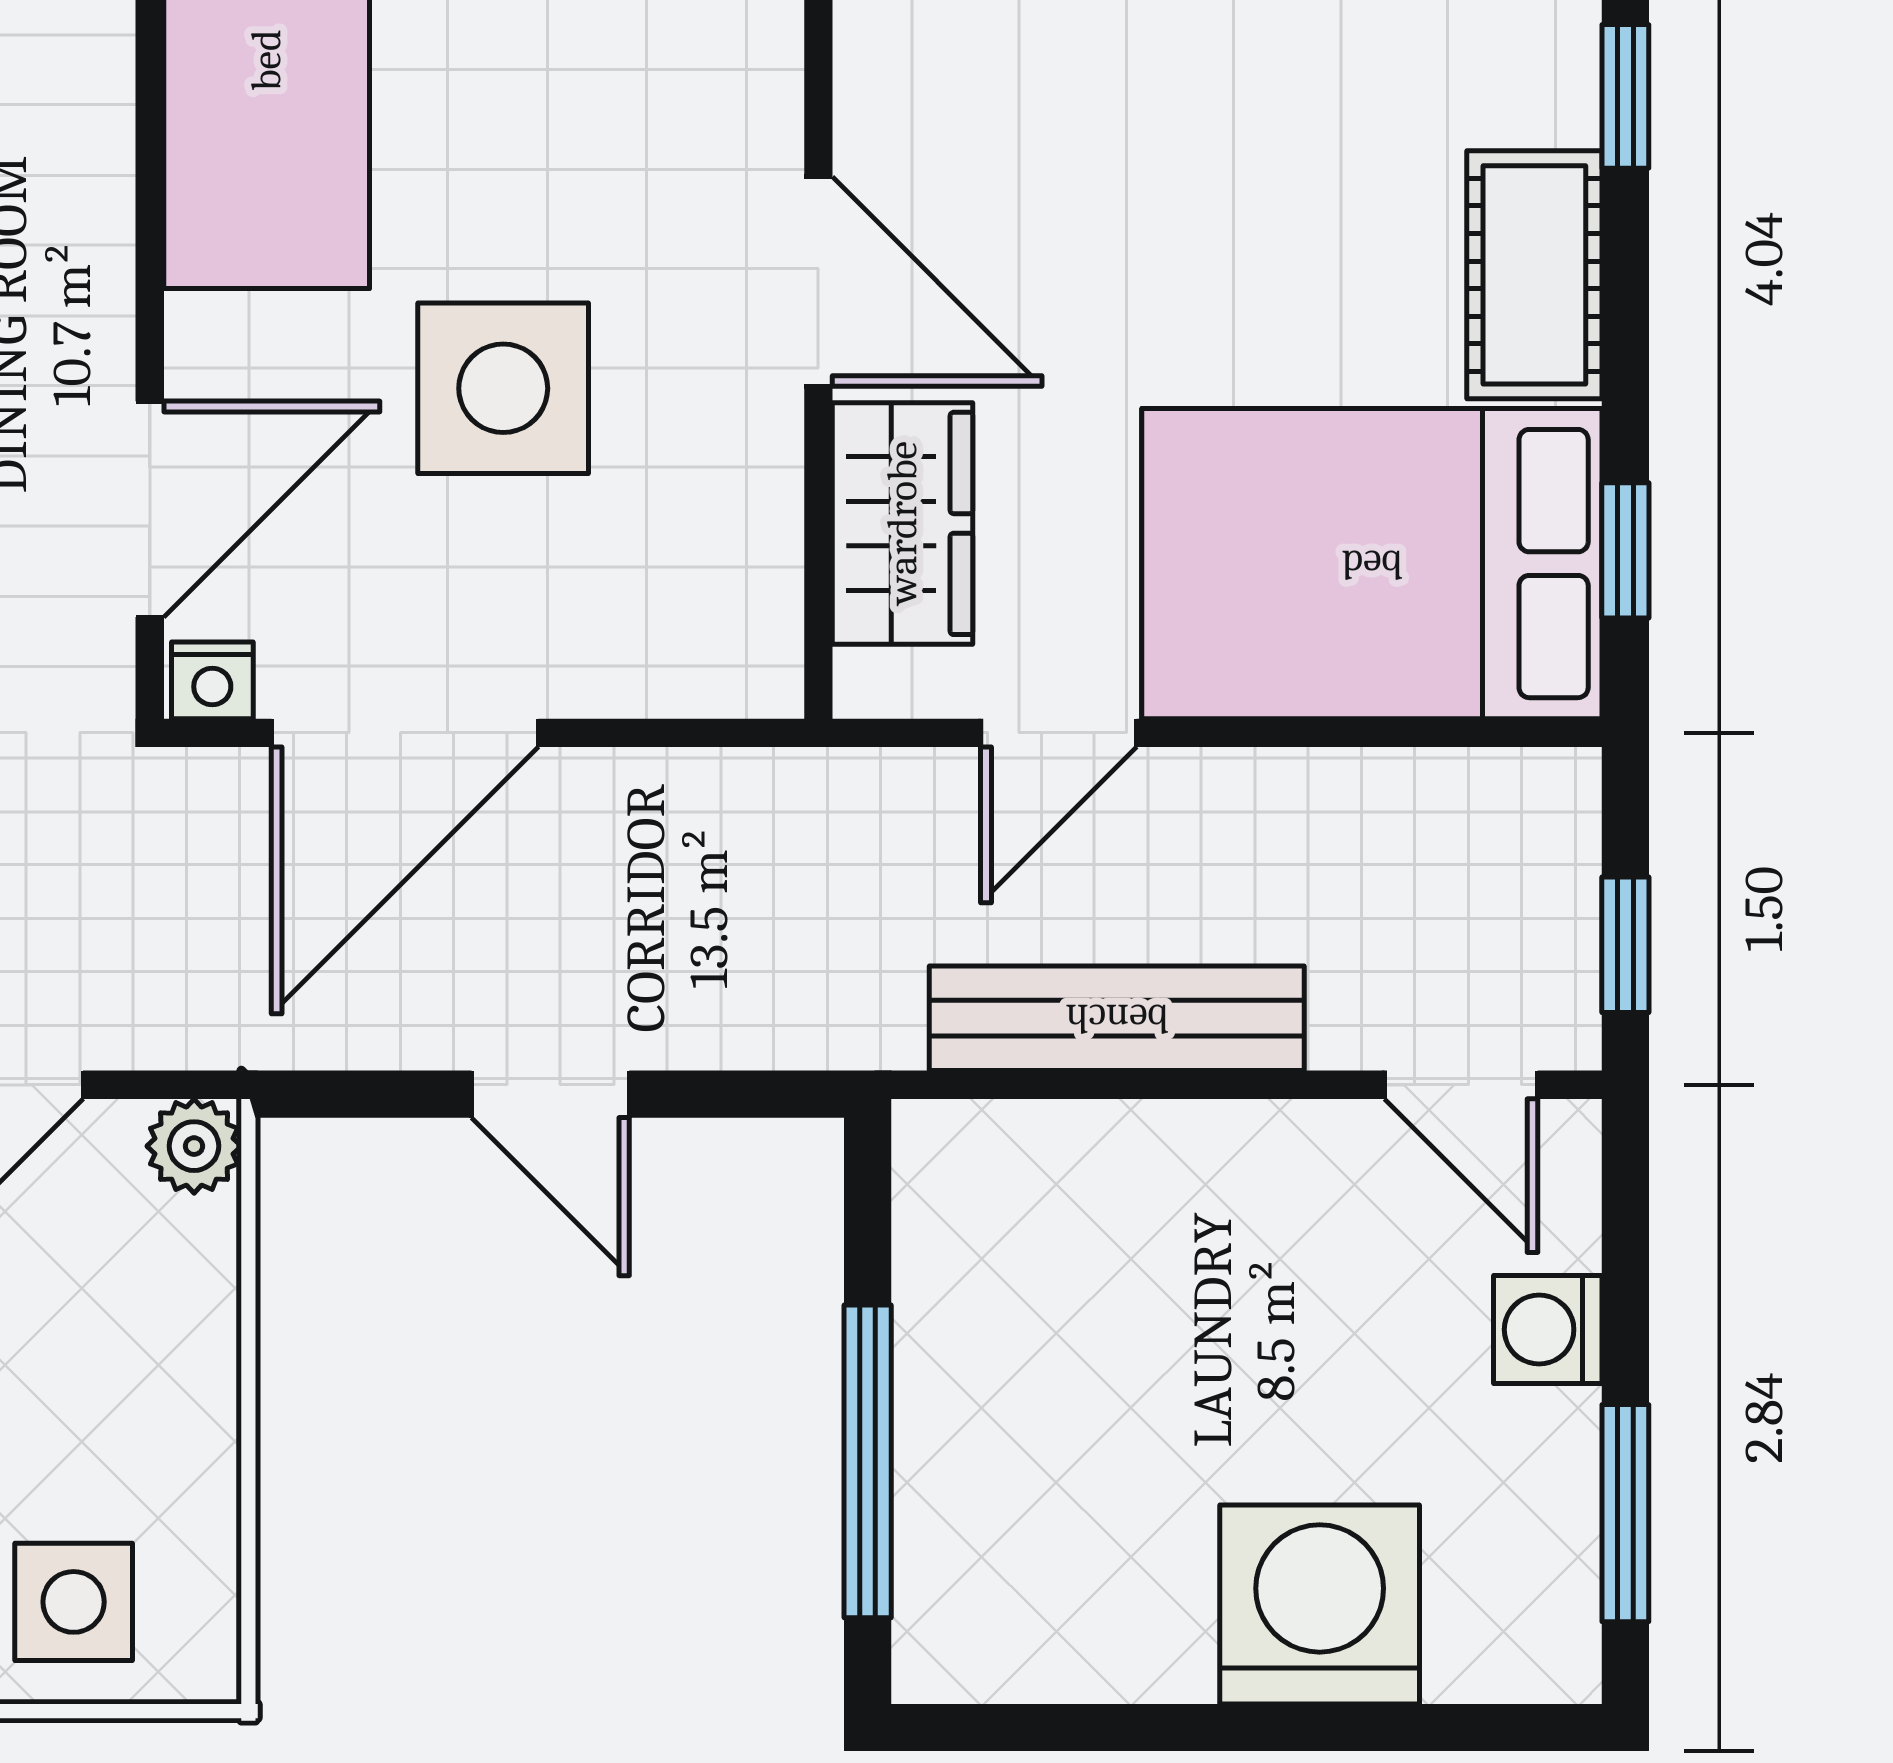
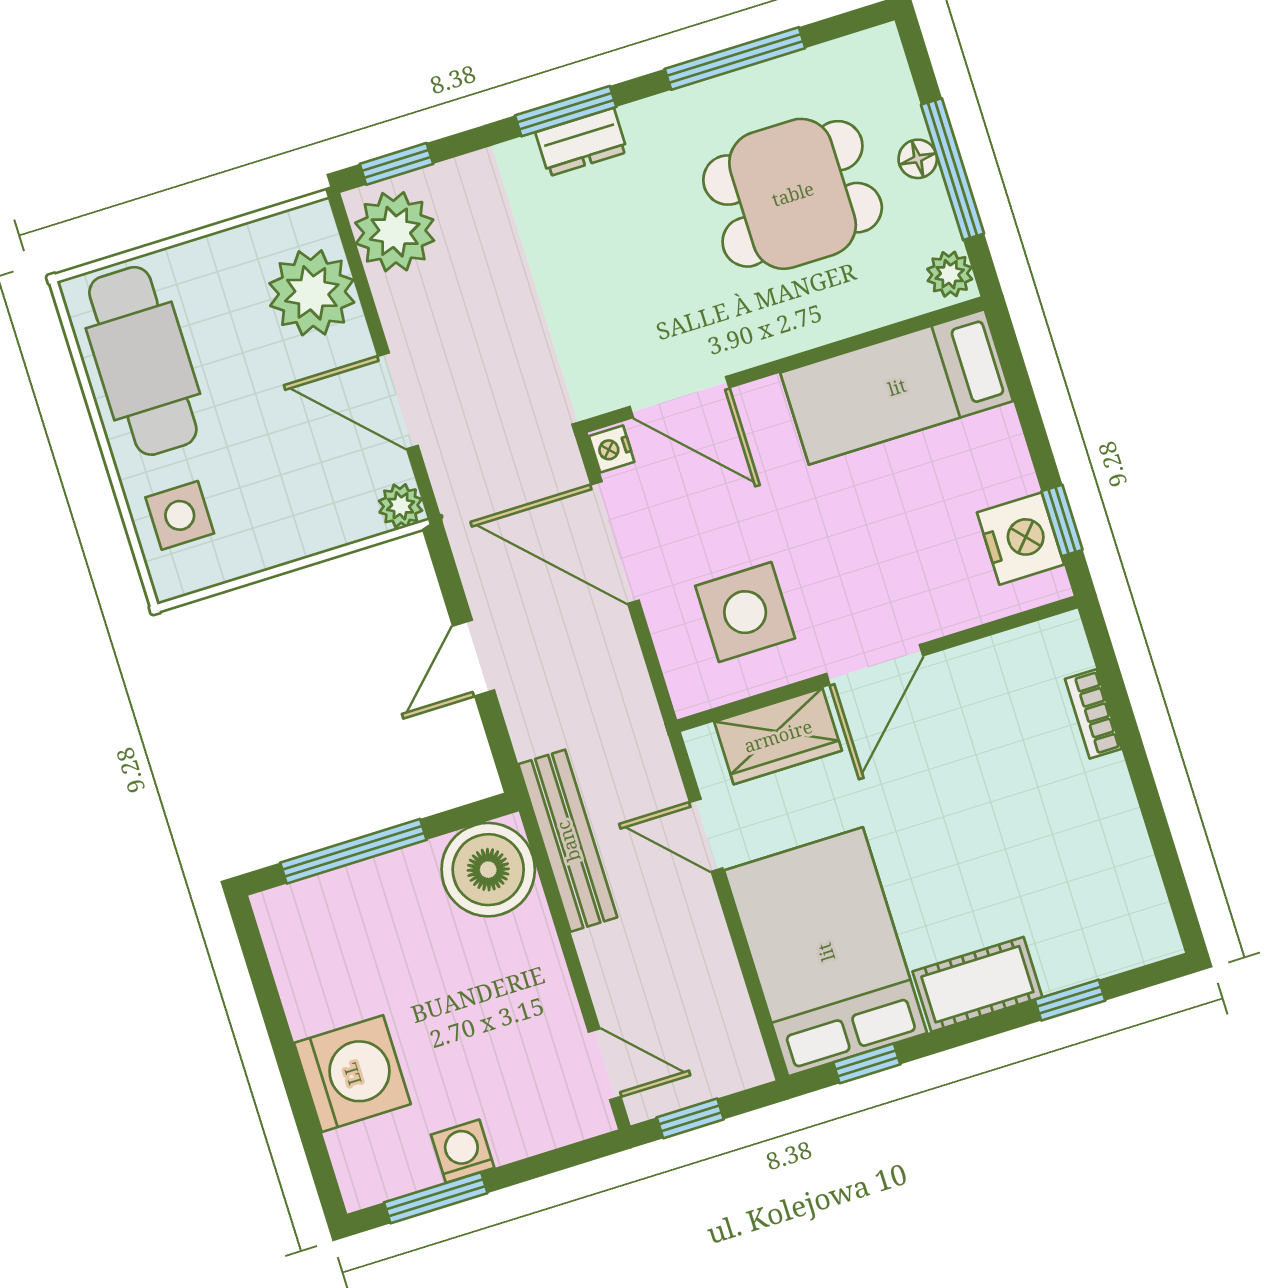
side table: (503, 388) -> (745, 612), moved
bench: (1117, 1018) -> (568, 841), moved
door: (1461, 1085) -> (605, 1064), swing flipped
boiler: (991, 1198) -> (488, 870), added
washing machine: (1548, 1330) -> (463, 1151), moved

